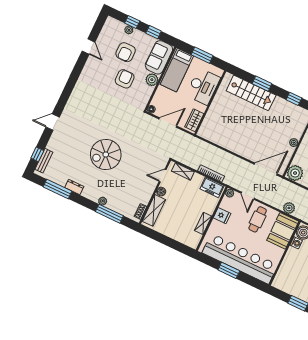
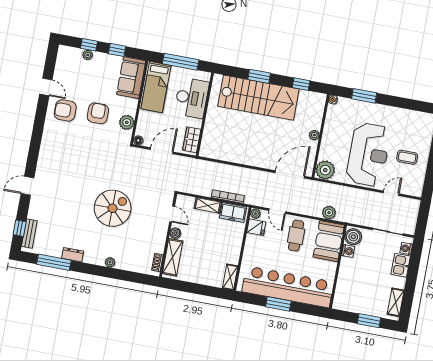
armchair: (126, 52) -> (65, 110), moved, turned 90
window: (202, 55) -> (181, 62), width x1.44
plant: (152, 80) -> (127, 122), moved
stairs: (251, 93) -> (258, 98), width x1.36, depth x1.51
spiral stairs: (106, 155) -> (113, 208), moved, turned 180
shelving: (183, 171) -> (208, 205), moved
door: (163, 176) -> (172, 214), swing flipped
window: (109, 214) -> (122, 275), removed
fridge: (222, 216) -> (256, 227), moved
shelving: (203, 223) -> (230, 277), moved

